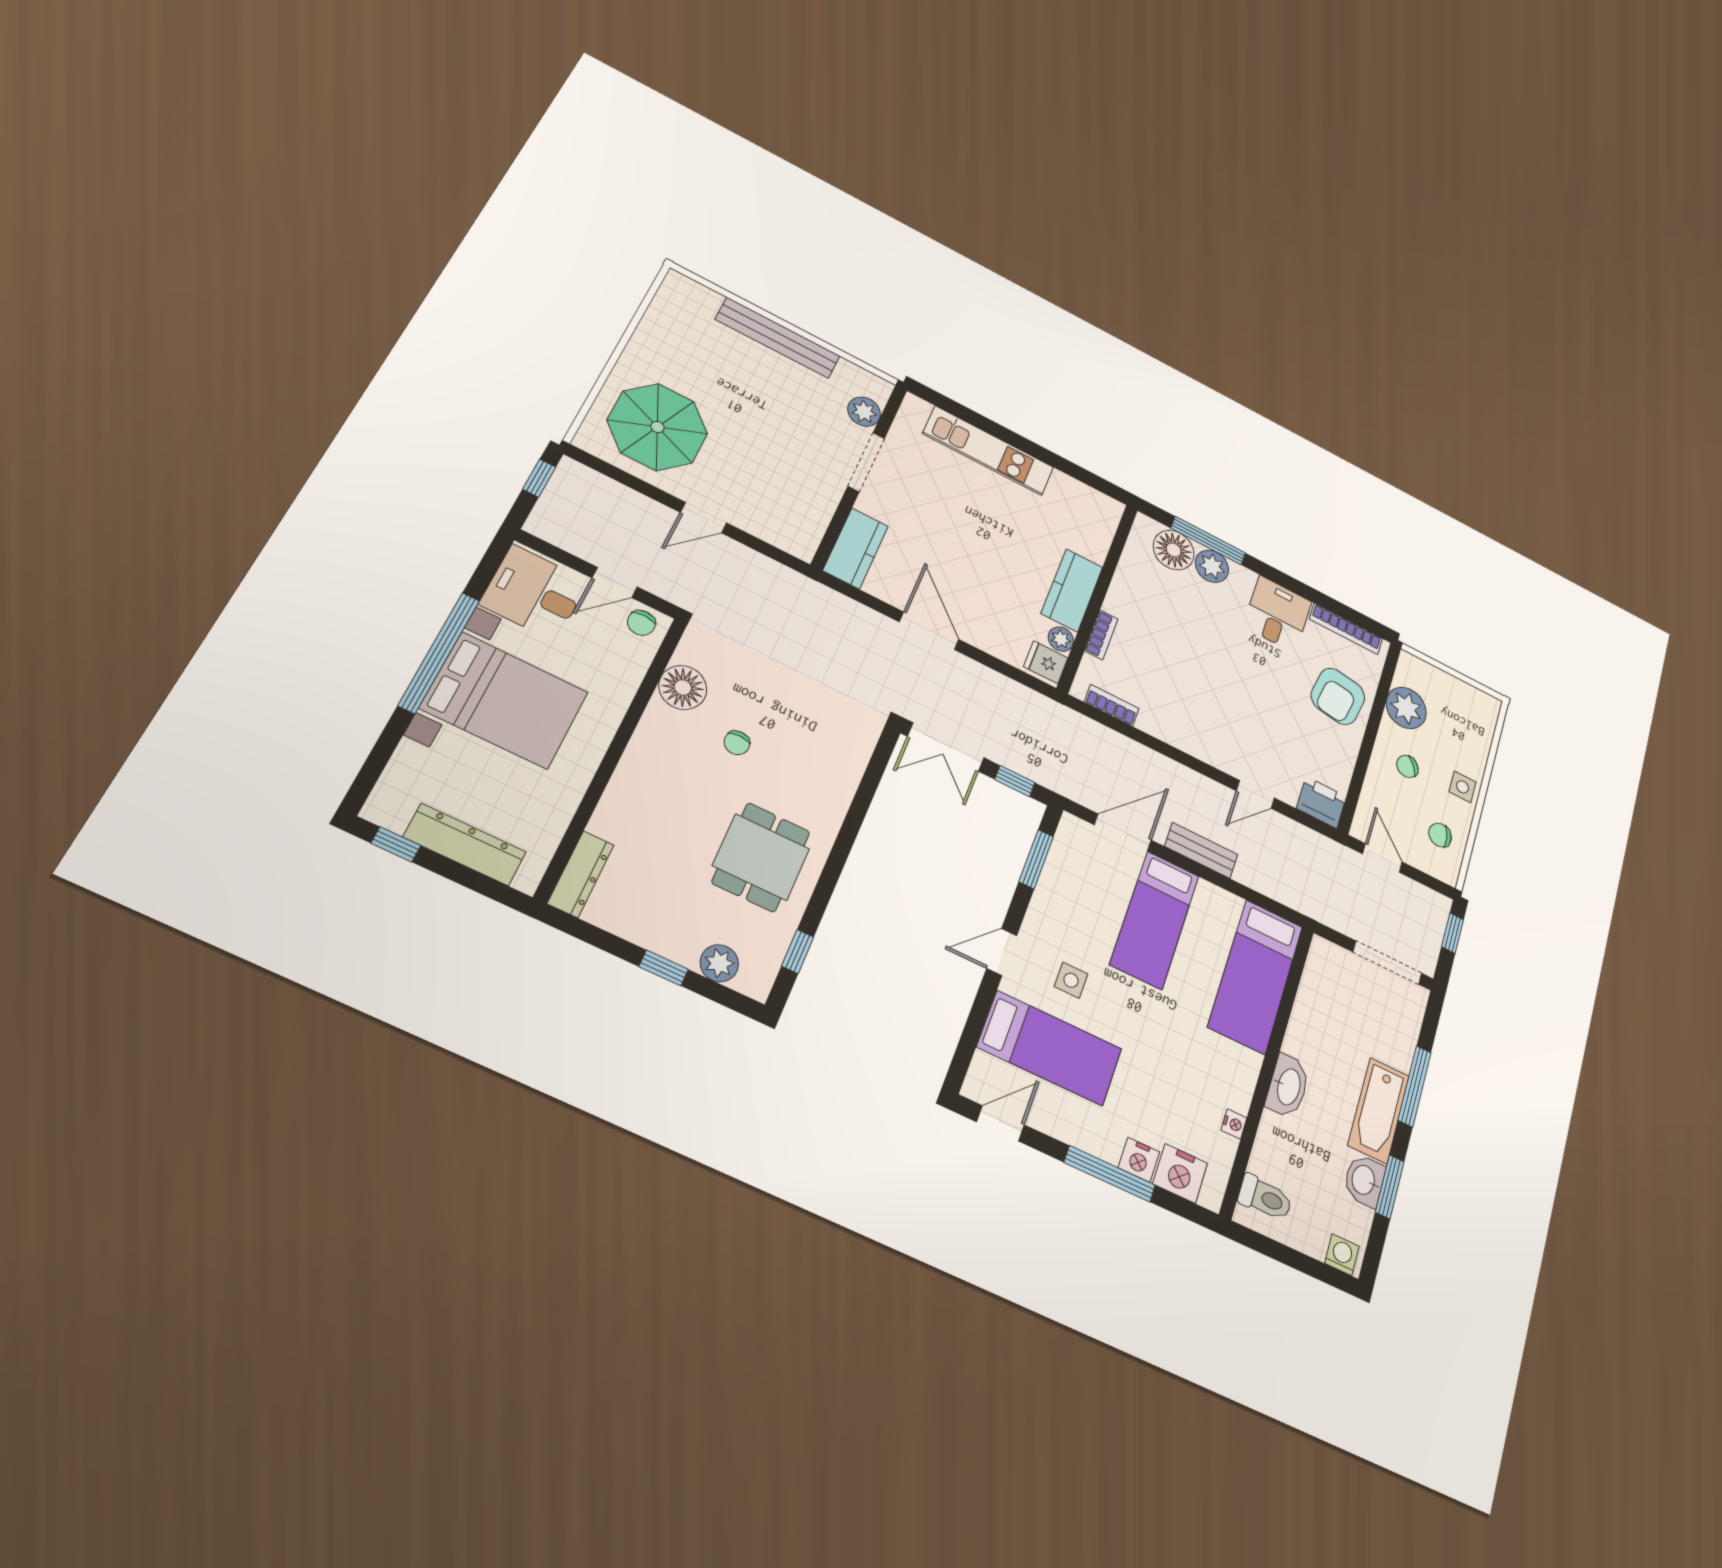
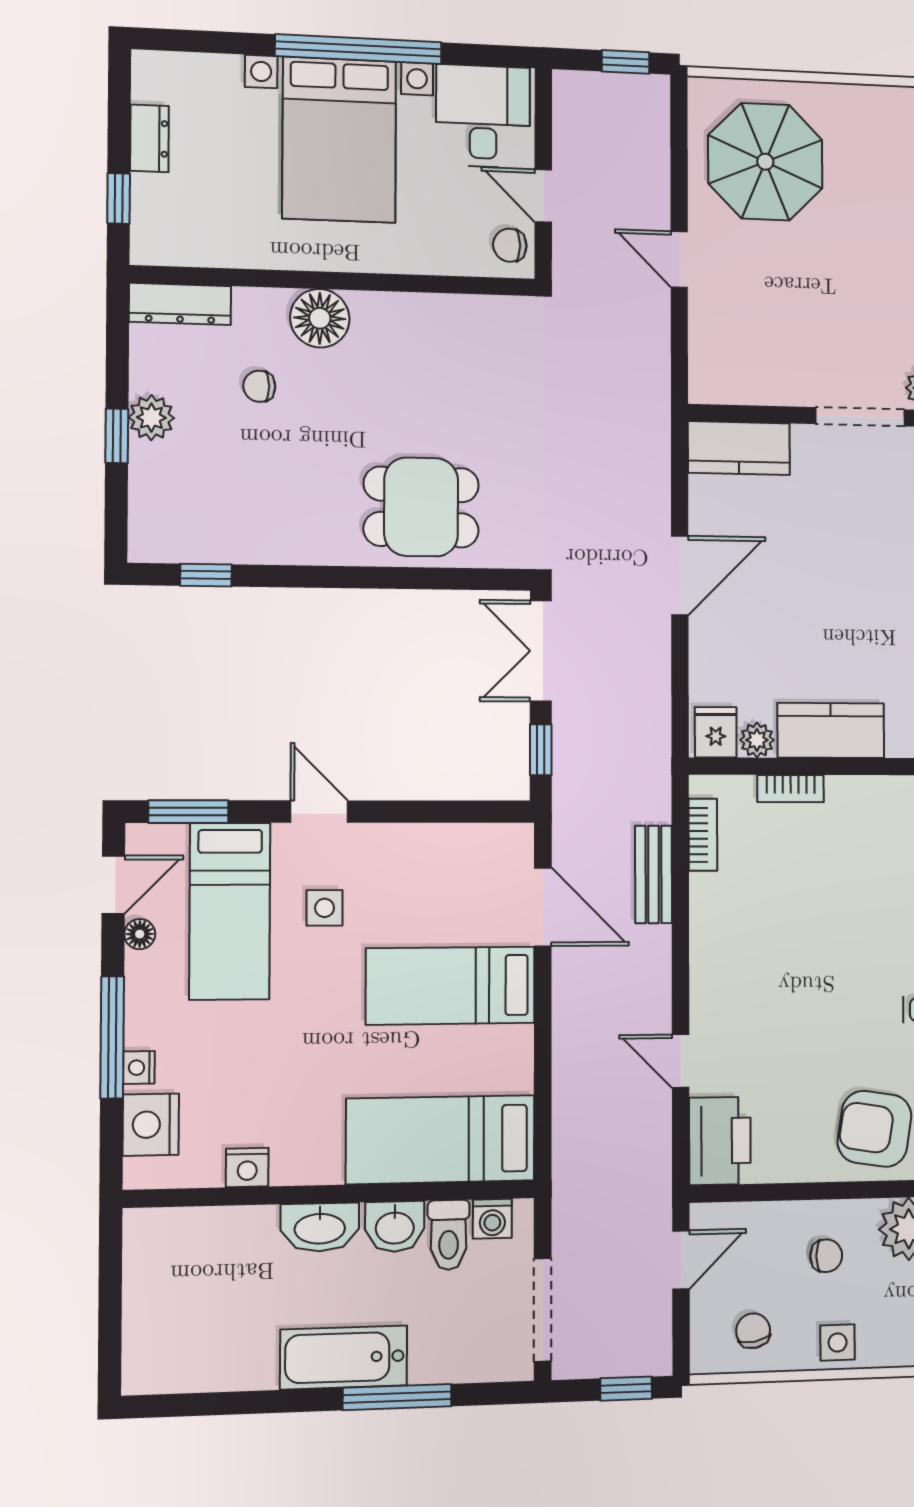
floor lamp: (683, 688) -> (320, 318), moved
chair: (737, 743) -> (259, 386), moved
chair: (1407, 766) -> (826, 1256), turned 123
printer: (1321, 802) -> (720, 1141), width x1.37, depth x1.19
window: (396, 844) -> (119, 198), moved
dresser: (465, 845) -> (149, 138), width x0.51, depth x0.80
bench: (1201, 850) -> (654, 874), moved
dining table: (761, 857) -> (421, 507), moved
window: (1036, 859) -> (188, 812), moved
plant: (719, 963) -> (151, 418), moved
floor lamp: (1043, 1120) -> (140, 934), added
door: (1000, 1123) -> (113, 885), hinge flipped
nightstand: (1234, 1124) -> (247, 1168), width x1.39, depth x1.35
nightstand: (1139, 1160) -> (139, 1068), width x0.72, depth x0.74
washbasin: (1364, 1180) -> (395, 1227), moved, turned 180
window: (1390, 1187) -> (253, 1402), removed
toilet: (1265, 1198) -> (449, 1235), moved
washing machine: (1342, 1255) -> (492, 1219), moved, turned 90

